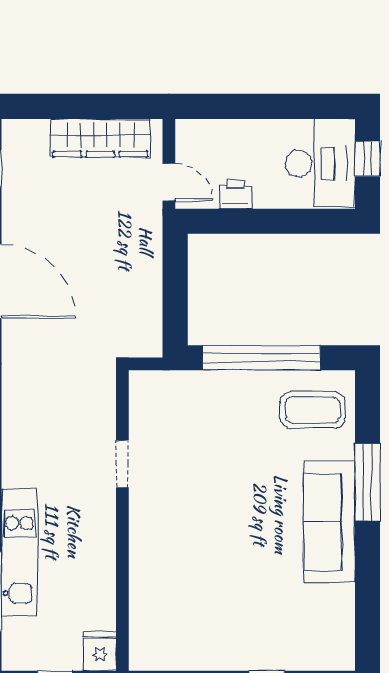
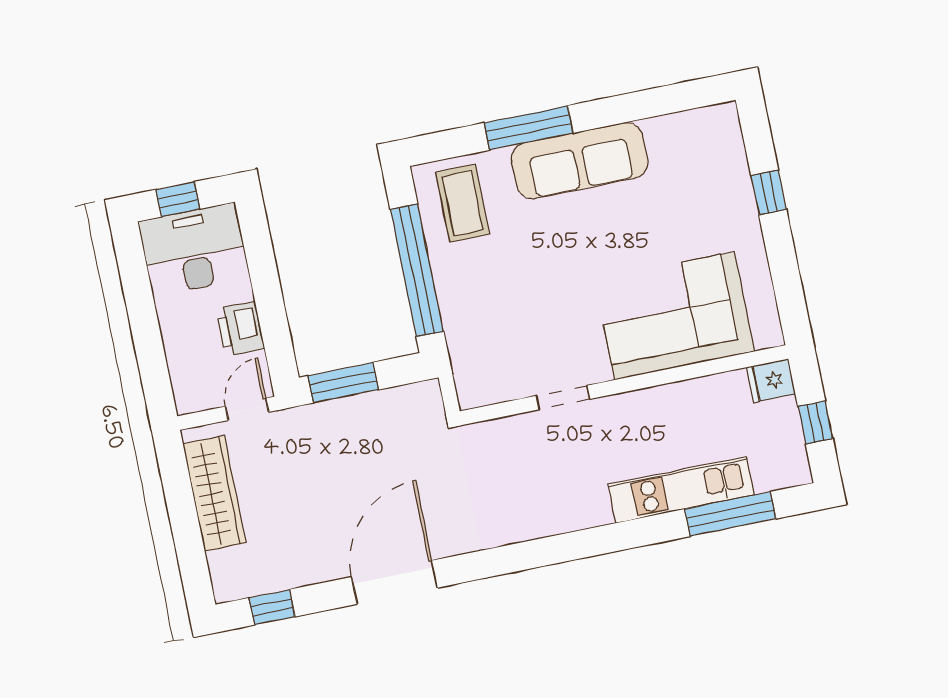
printer: (235, 194) -> (240, 329), width x1.36, depth x1.24
window: (175, 272) -> (343, 383), added
corner sofa: (175, 578) -> (675, 316), added

